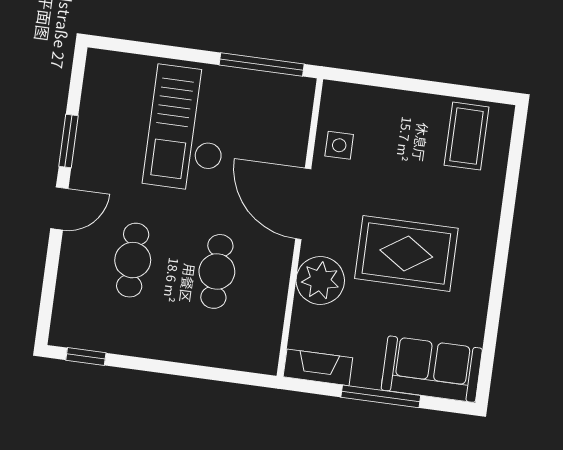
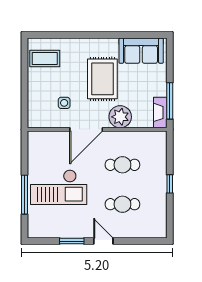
window: (262, 64) -> (25, 195), moved
side table: (339, 145) -> (64, 103), moved
window: (86, 357) -> (170, 184), moved
sofa: (432, 369) -> (141, 51), moved, turned -90
window: (381, 396) -> (170, 101), moved

